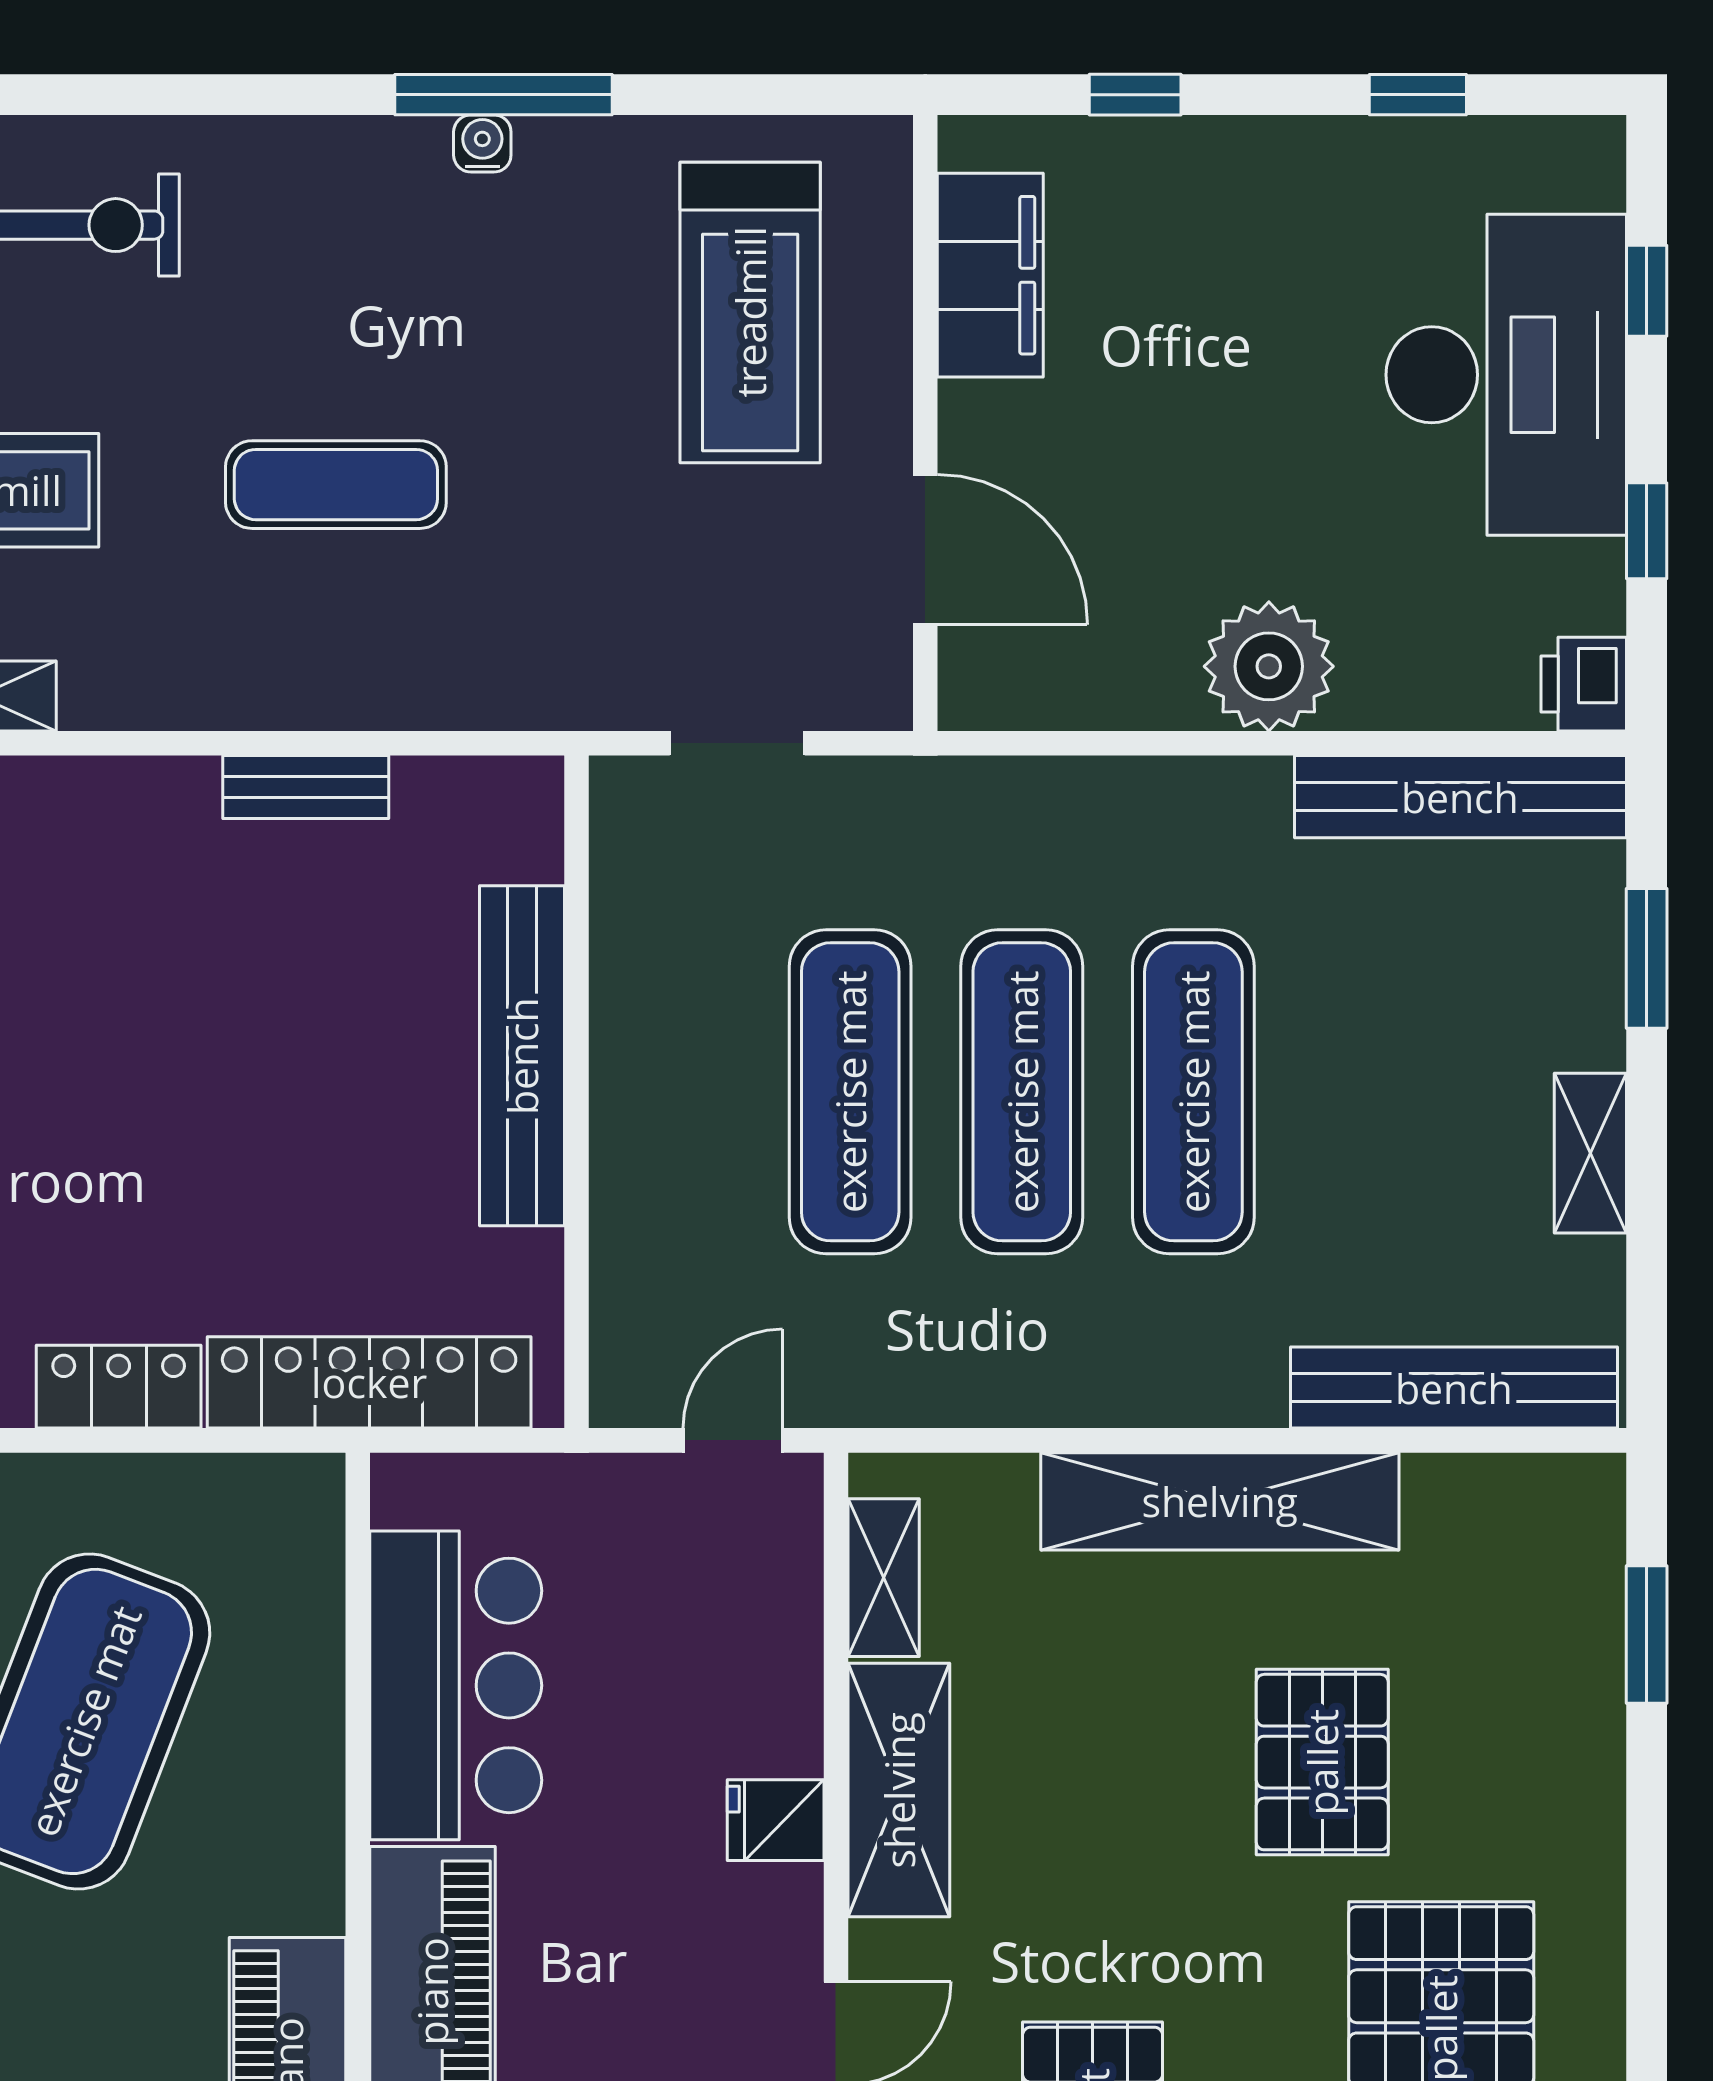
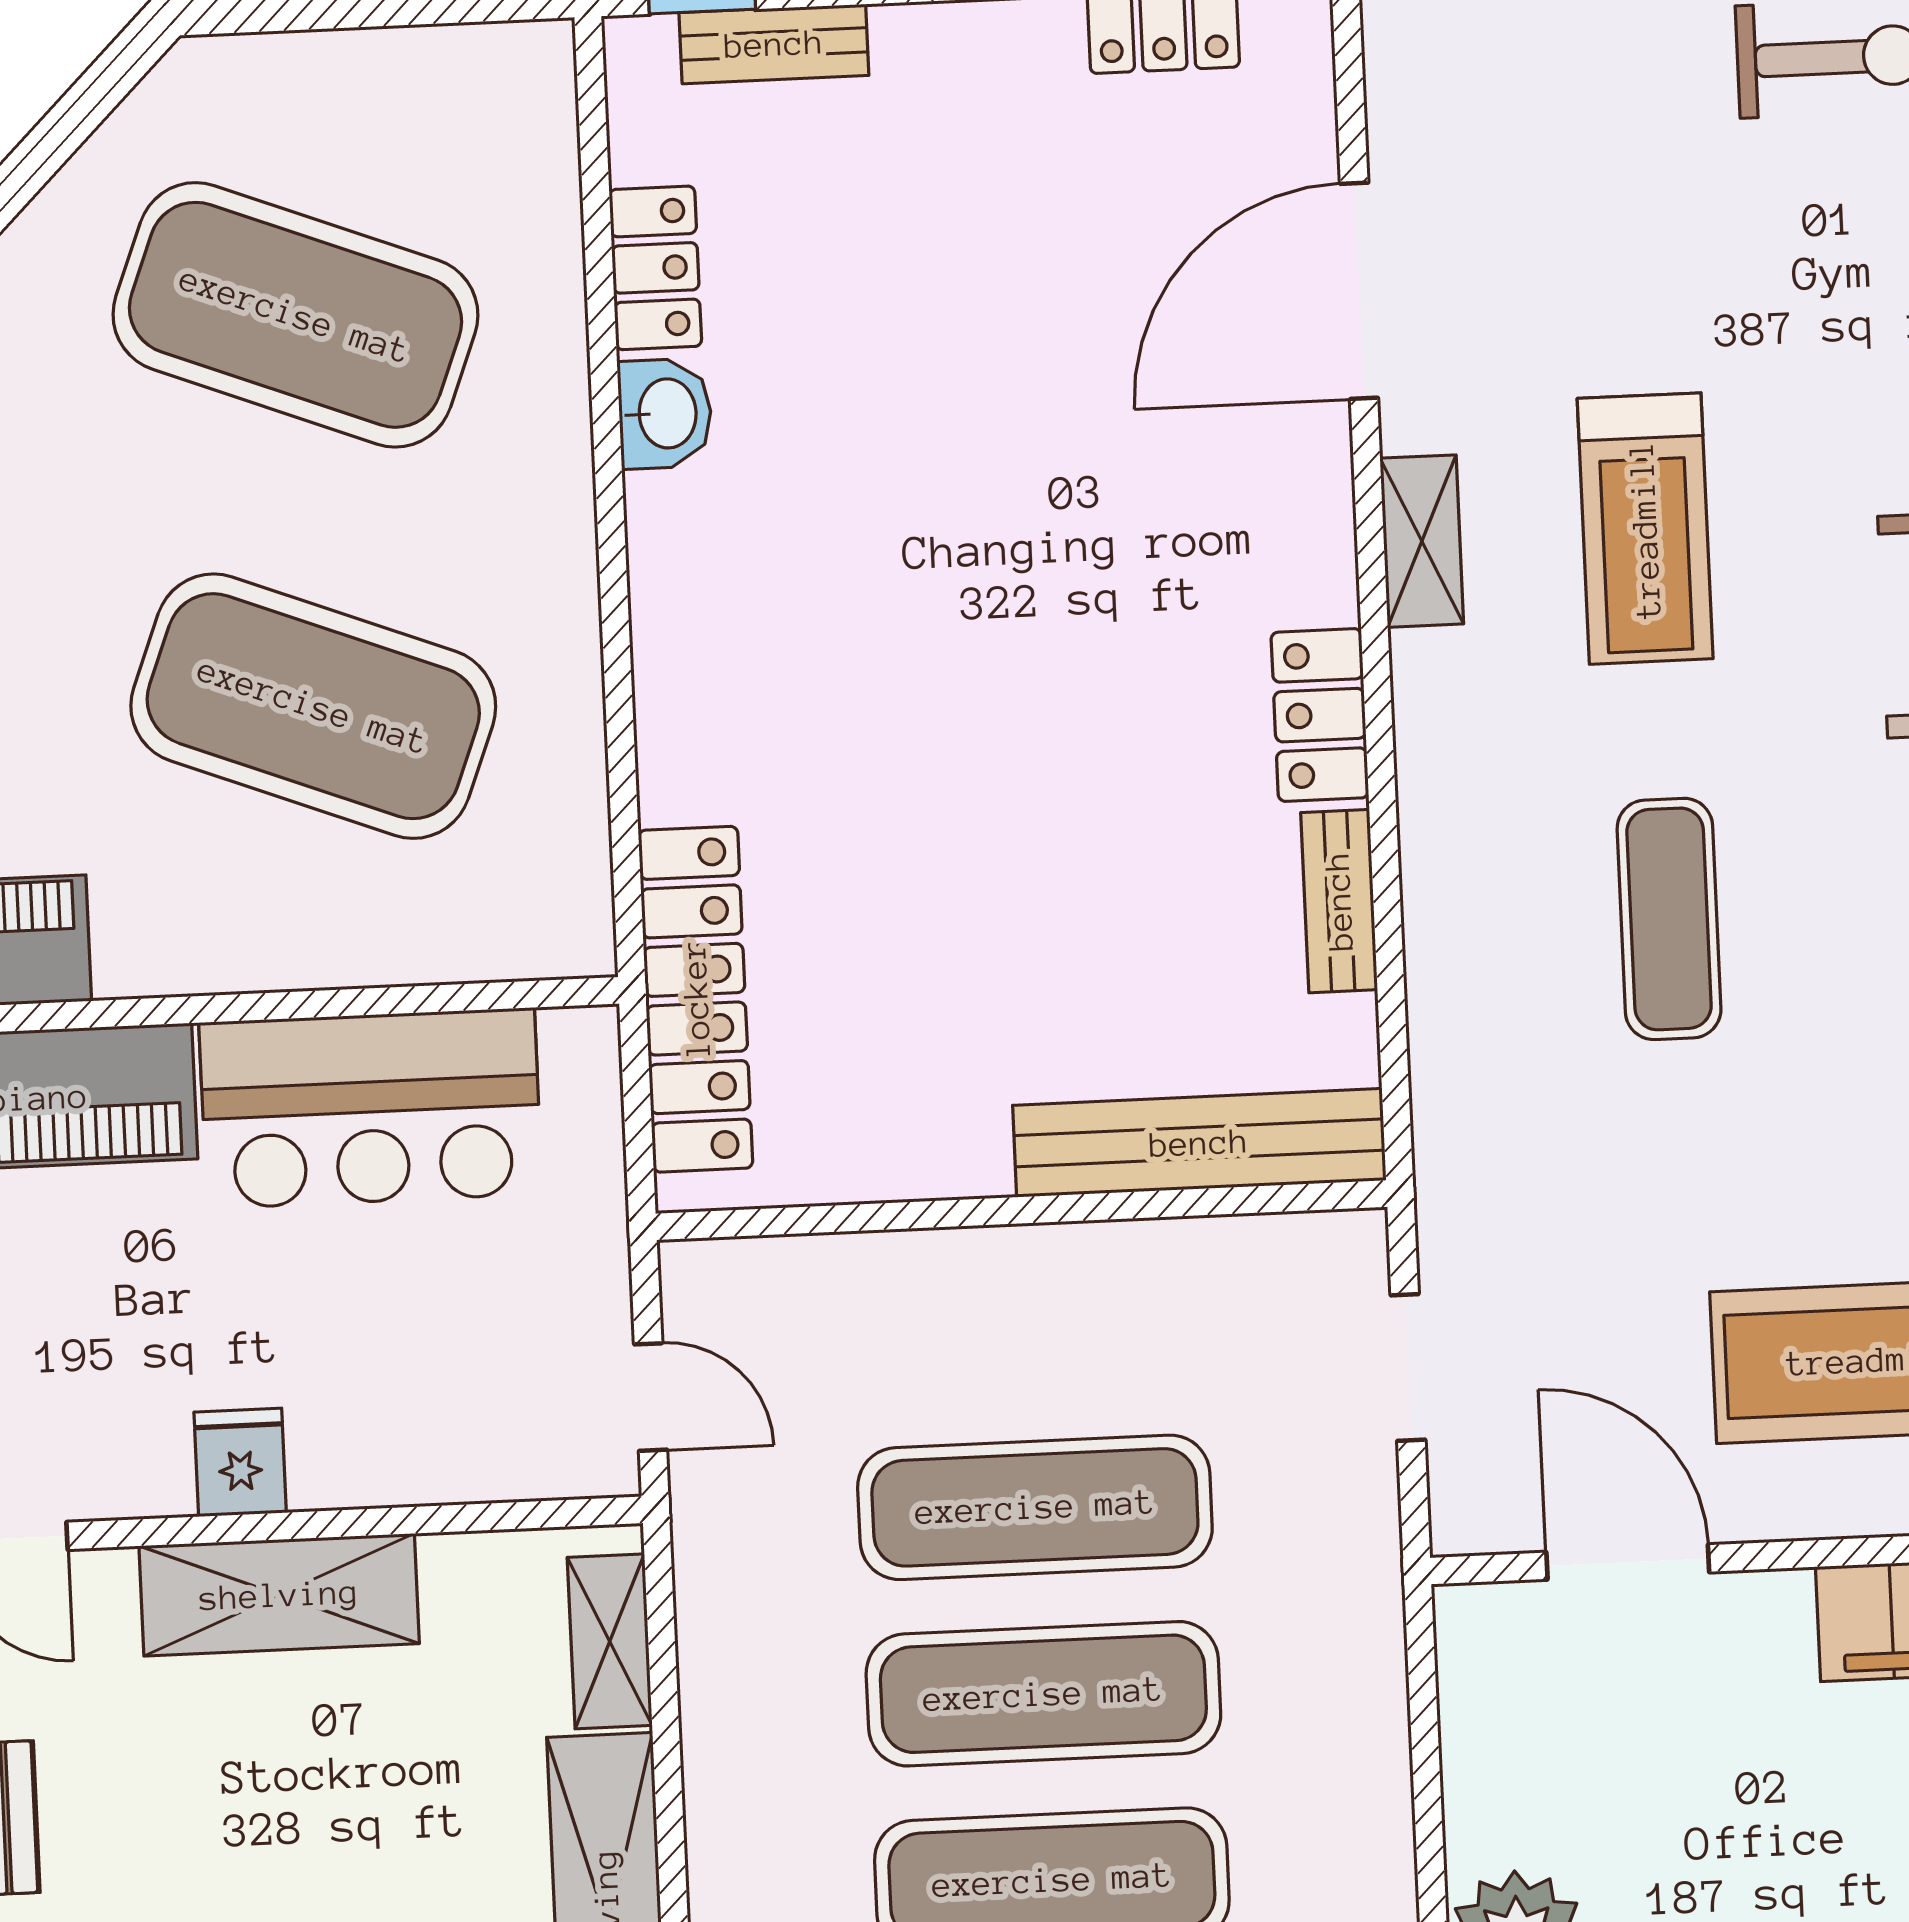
door: (925, 549) -> (1628, 1562), swing flipped
bench: (522, 1056) -> (1199, 1143), moved
locker: (119, 1387) -> (1320, 715), moved, turned 180
shelving: (884, 1578) -> (610, 1641), moved, turned 90

